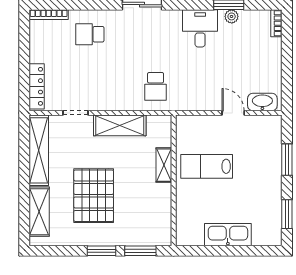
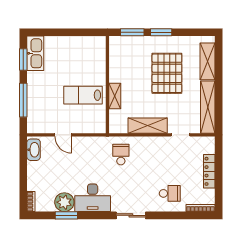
plant: (232, 16) -> (64, 202), width x1.87, depth x1.87
desk: (200, 28) -> (93, 198), width x1.37
locker: (37, 86) -> (209, 171), moved
washbasin: (262, 102) -> (34, 150), moved, turned -90
window: (287, 160) -> (23, 100), width x1.44
lab bench: (207, 166) -> (83, 95), turned 180
kitchen sink: (228, 235) -> (35, 53), moved, turned -90

